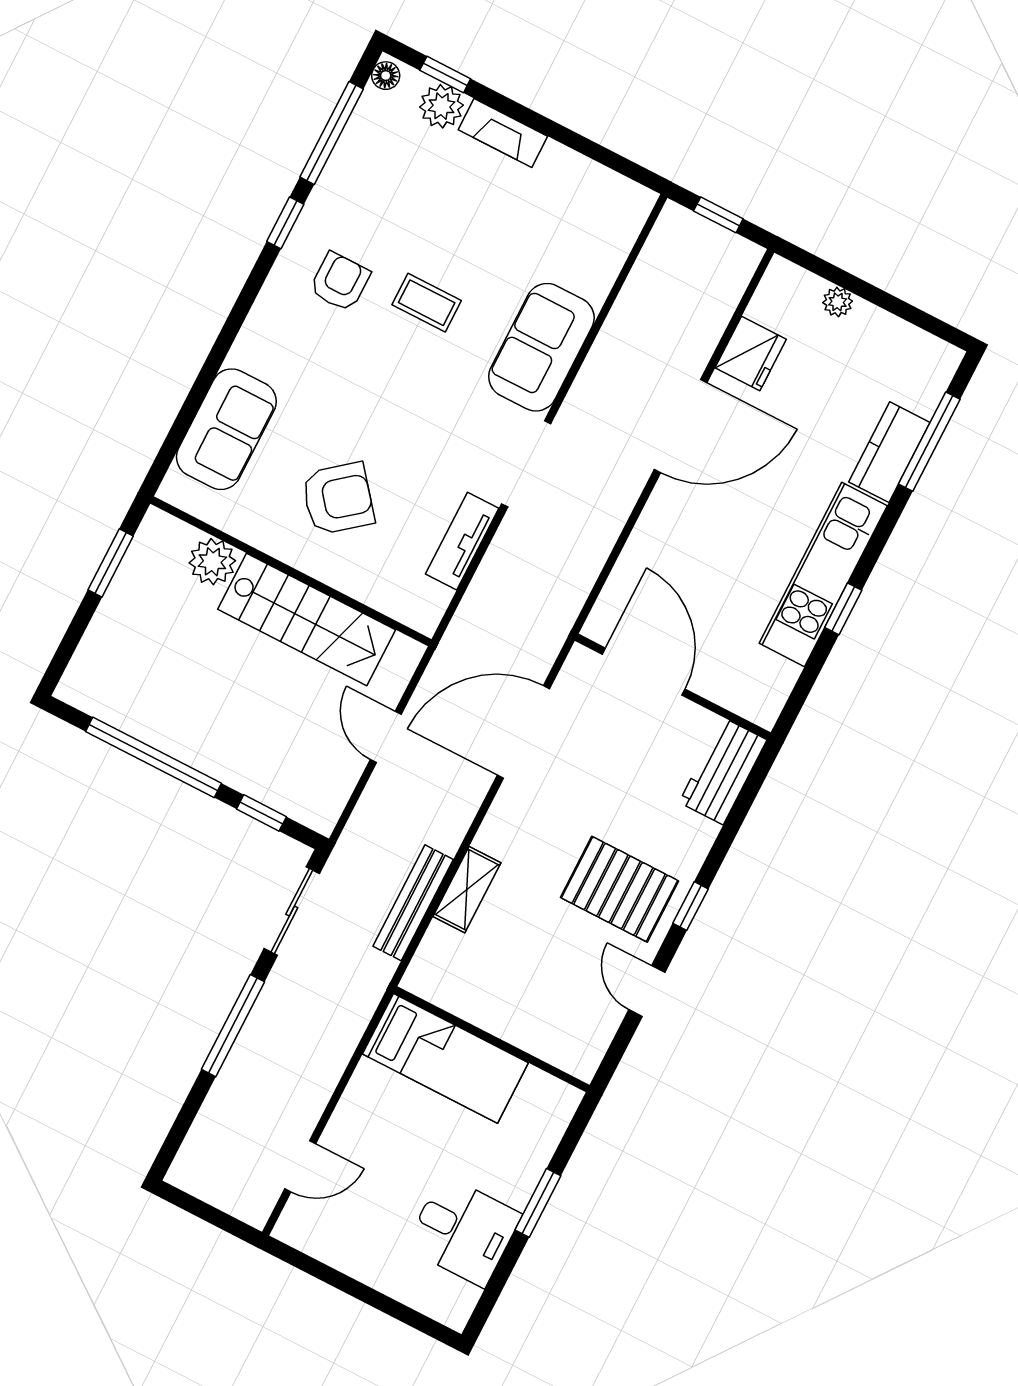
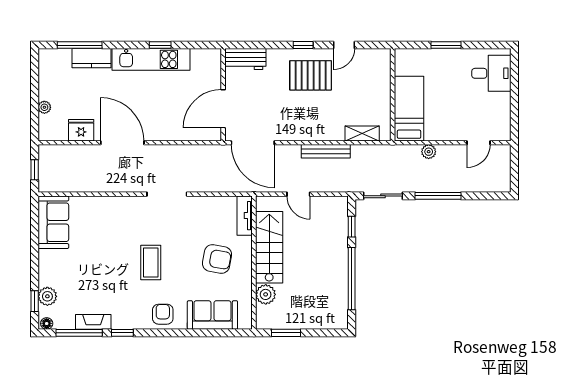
fireplace: (503, 133) -> (93, 322), moved, turned -90
armchair: (340, 282) -> (163, 314), moved, turned 90
coffee table: (427, 303) -> (151, 263), moved, width x1.36, depth x1.30
sofa: (541, 347) -> (53, 222), moved, turned -90
armchair: (338, 499) -> (217, 259), turned 139
tv unit: (462, 541) -> (245, 216), moved, turned 90
door: (523, 732) -> (253, 143), moved
door: (386, 737) -> (298, 194), hinge flipped
pallet: (620, 889) -> (311, 75), turned 90
shelving: (467, 890) -> (362, 133), moved
bench: (413, 903) -> (326, 151), moved
plant: (335, 1053) -> (429, 152), added
door: (300, 1166) -> (478, 143), swing flipped
desk: (463, 1231) -> (491, 73), moved, turned 90

